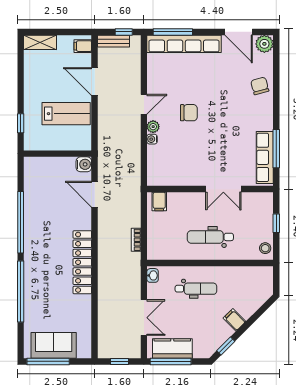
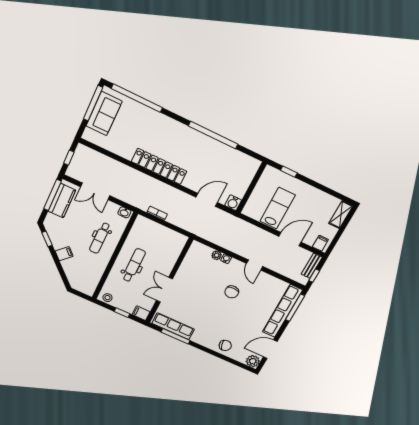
lab bench: (66, 114) -> (278, 208), turned 180
plant: (153, 127) -> (217, 255), moved
filing cabinet: (159, 202) -> (141, 313), moved
window: (21, 291) -> (137, 98), moved

